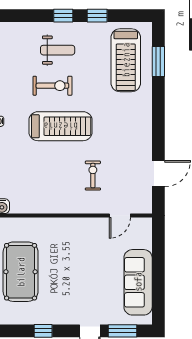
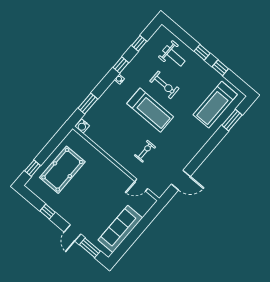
weight bench: (58, 50) -> (174, 56), moved

